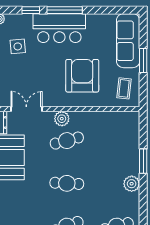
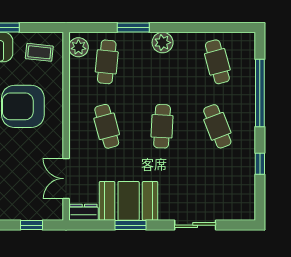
plant: (62, 119) -> (78, 47), moved
cafe table: (117, 141) -> (107, 62), added

